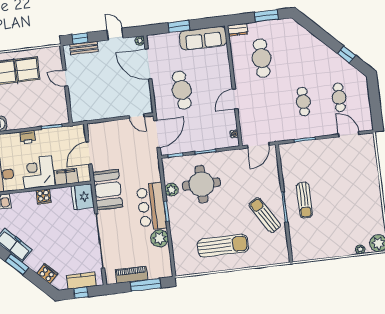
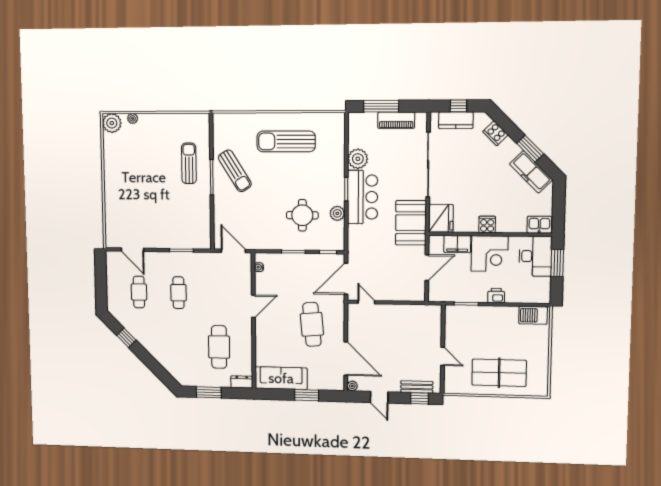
door: (258, 145) -> (233, 251), hinge flipped
round table: (201, 184) -> (302, 215), width x0.73, depth x0.73
sun lounger: (304, 200) -> (189, 163), moved

